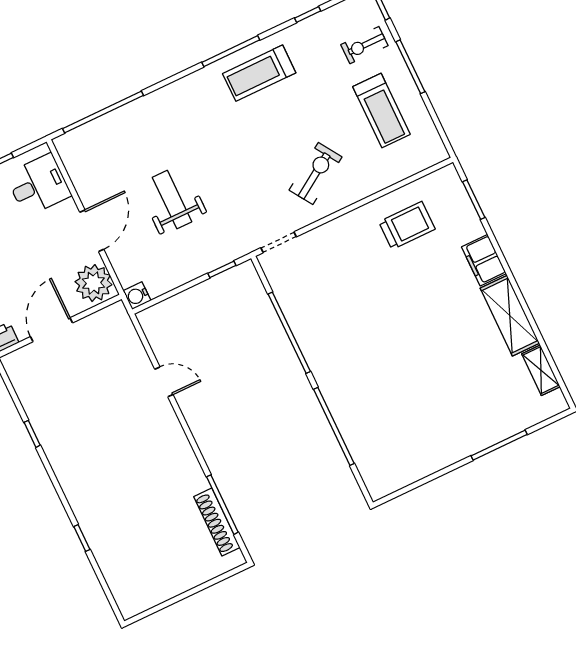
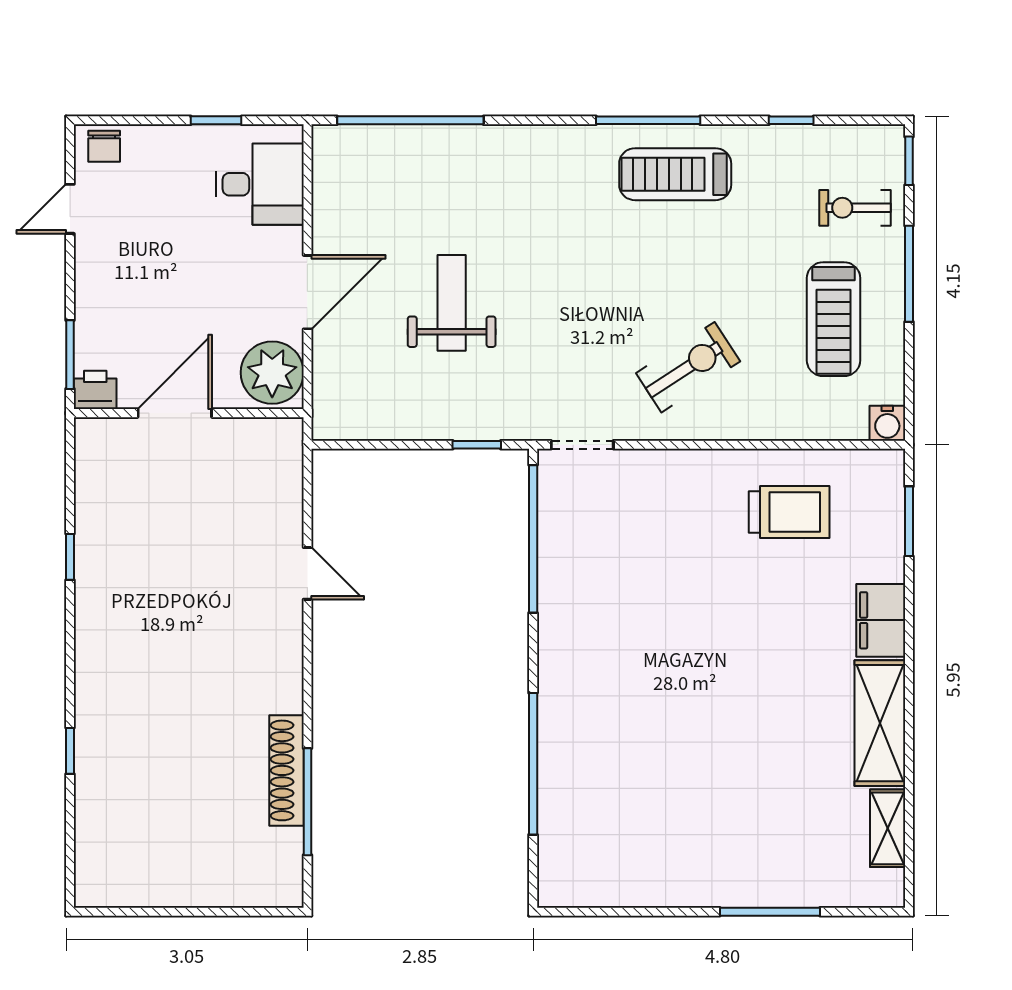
water cooler: (137, 296) -> (887, 423), moved, turned -90
window: (289, 333) -> (533, 539), moved
shoe rack: (217, 522) -> (286, 770), moved

